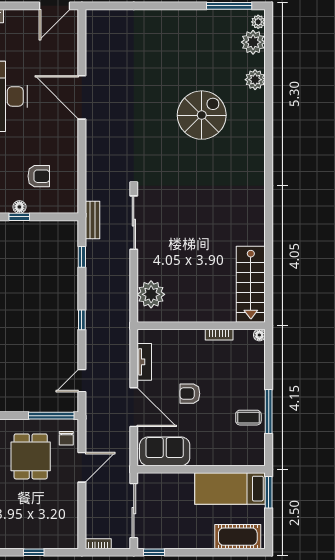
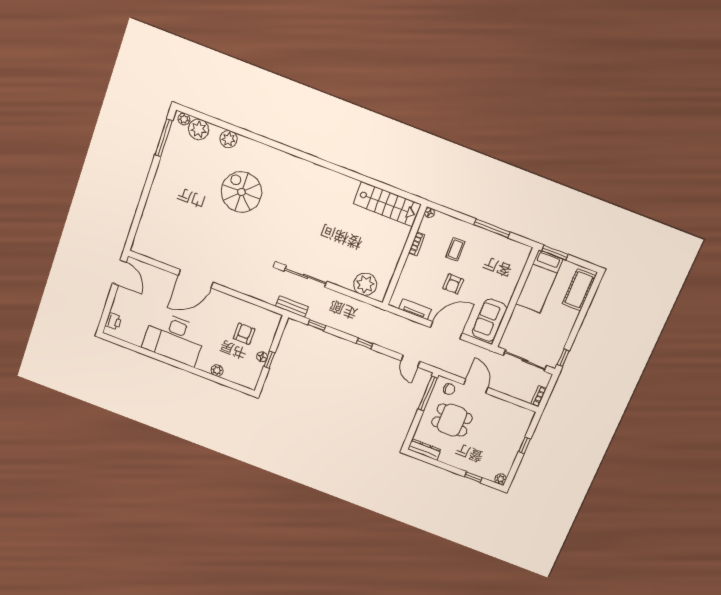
coffee table: (248, 418) -> (455, 249), moved

